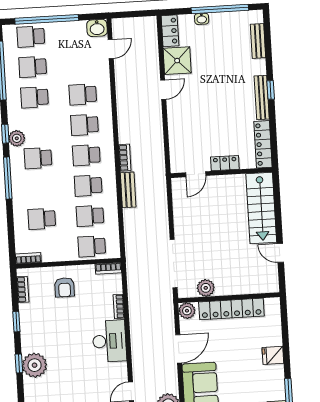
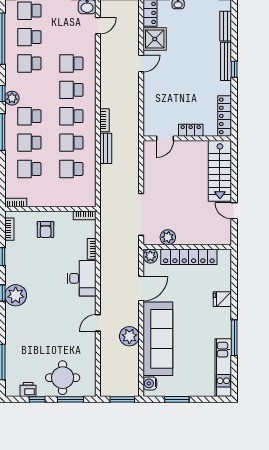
bench: (262, 98) -> (226, 61), moved
school desk: (92, 246) -> (29, 143), moved

